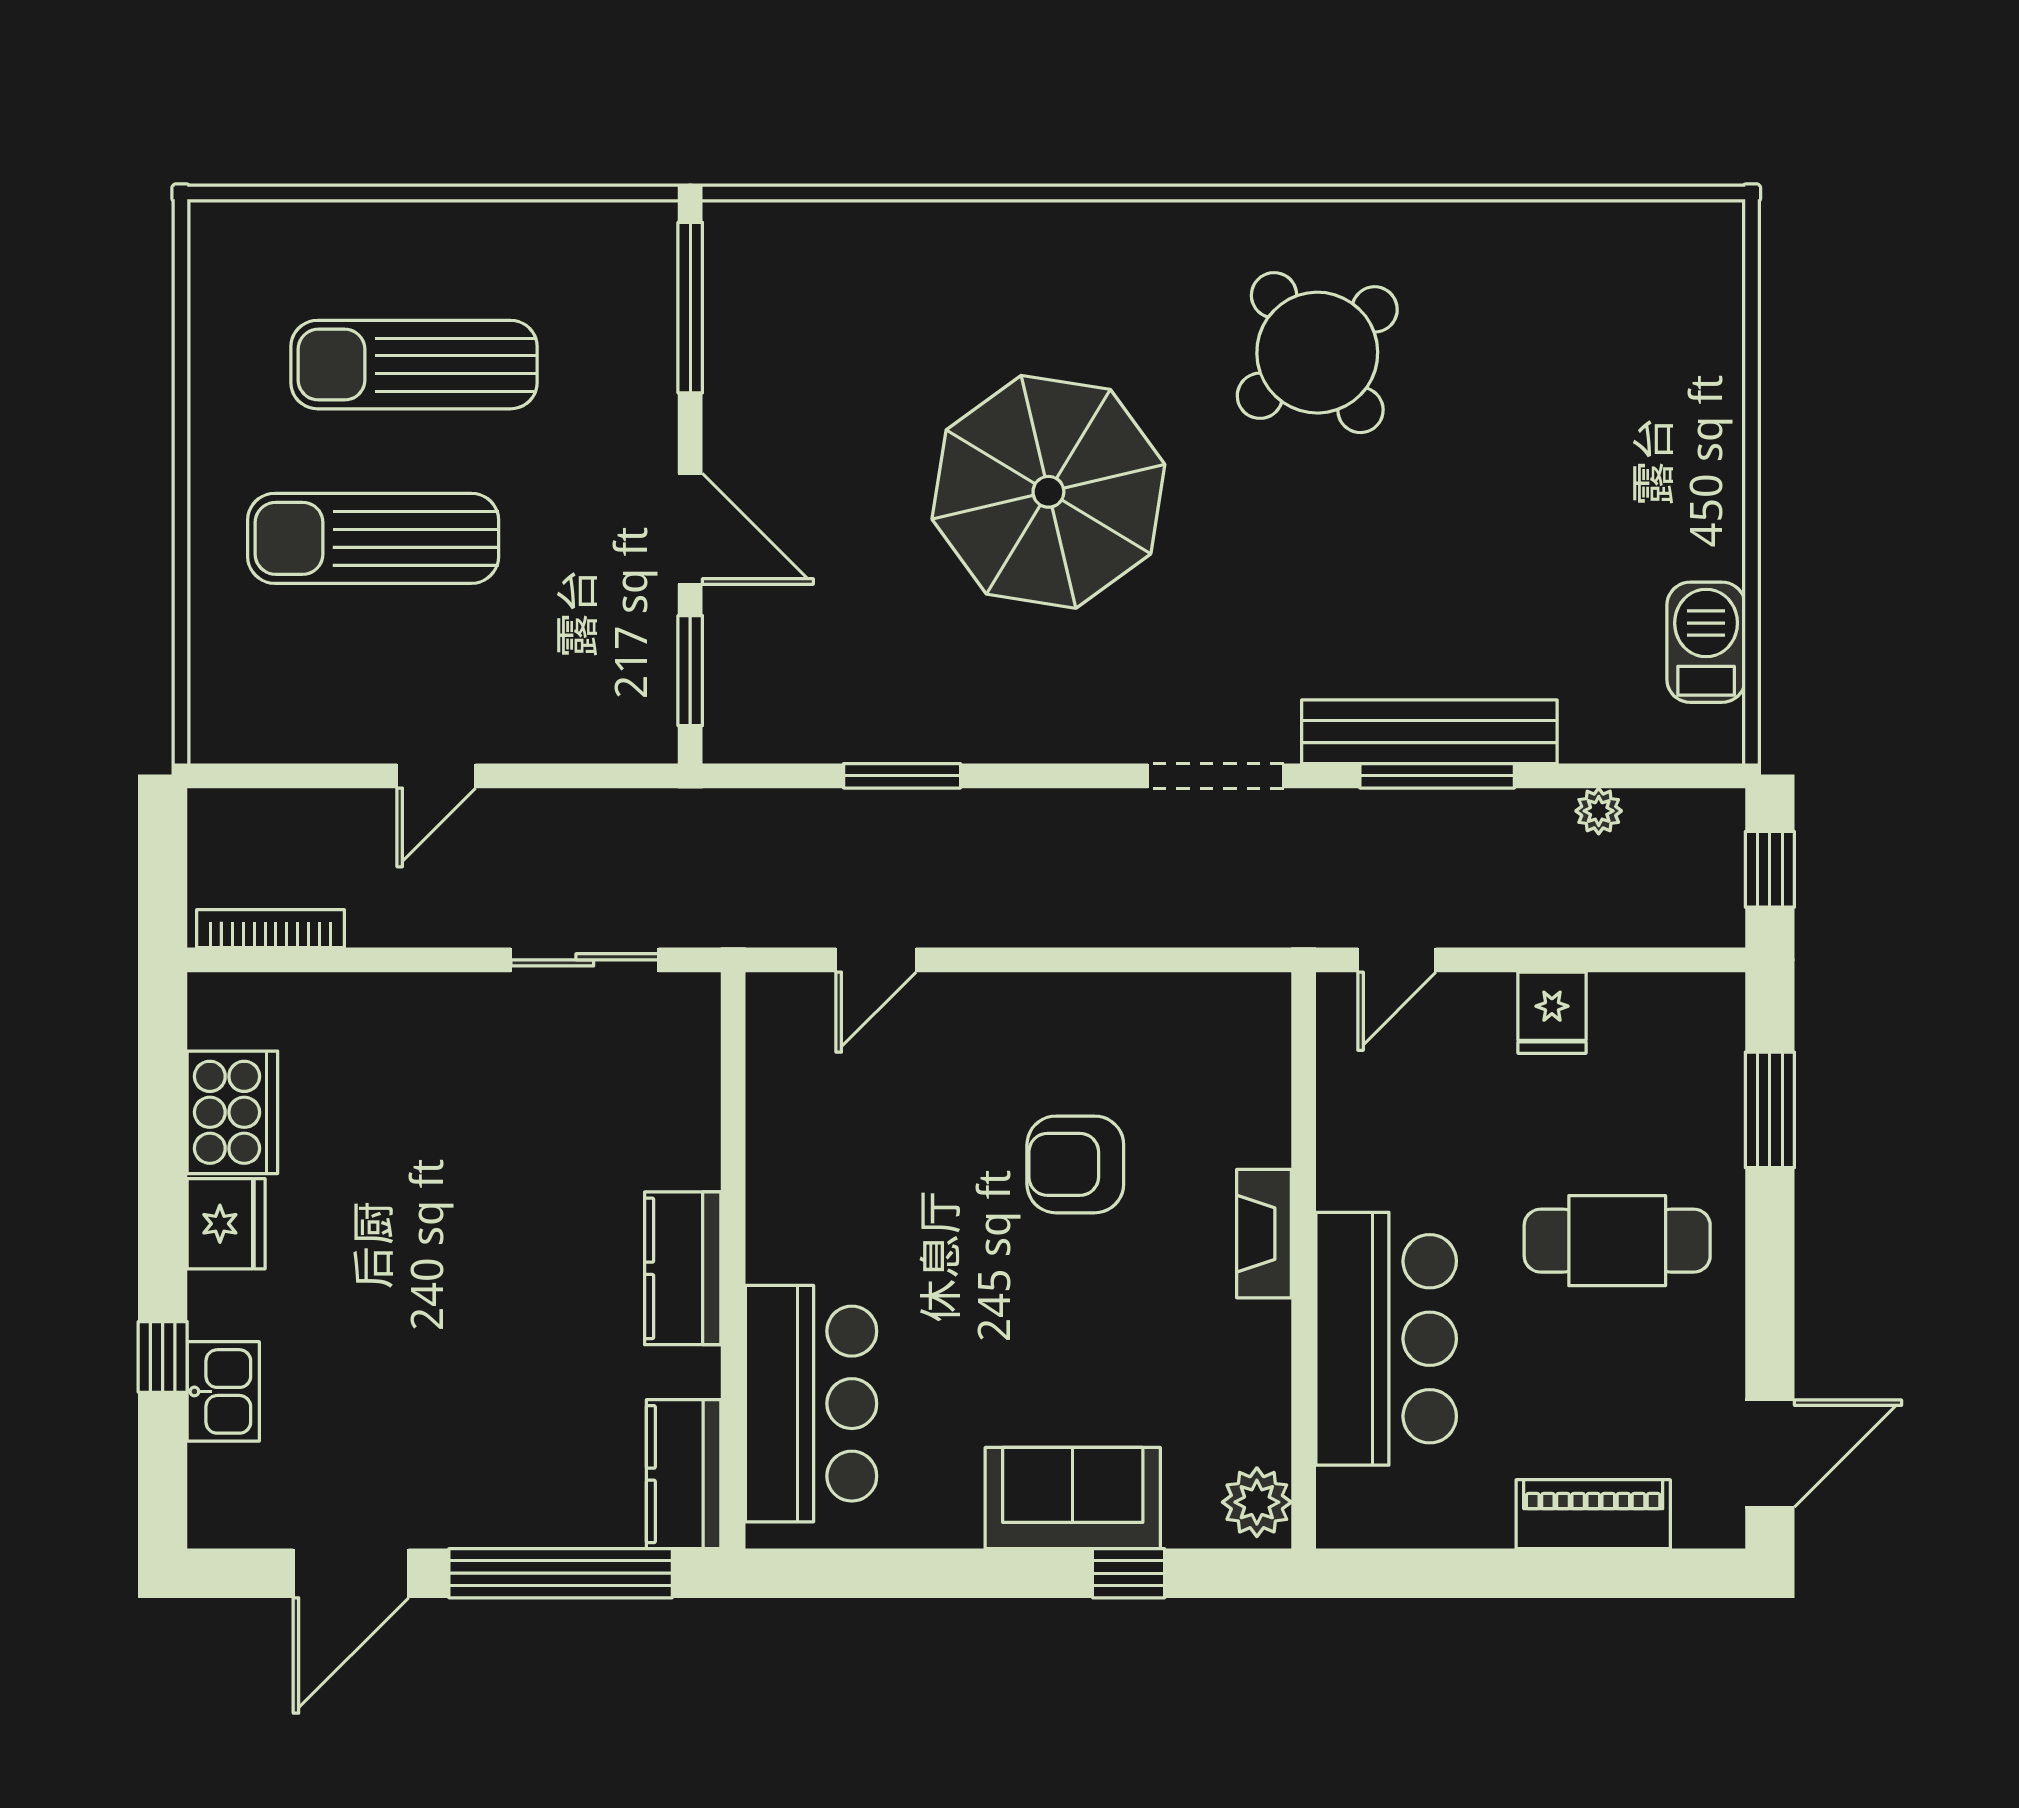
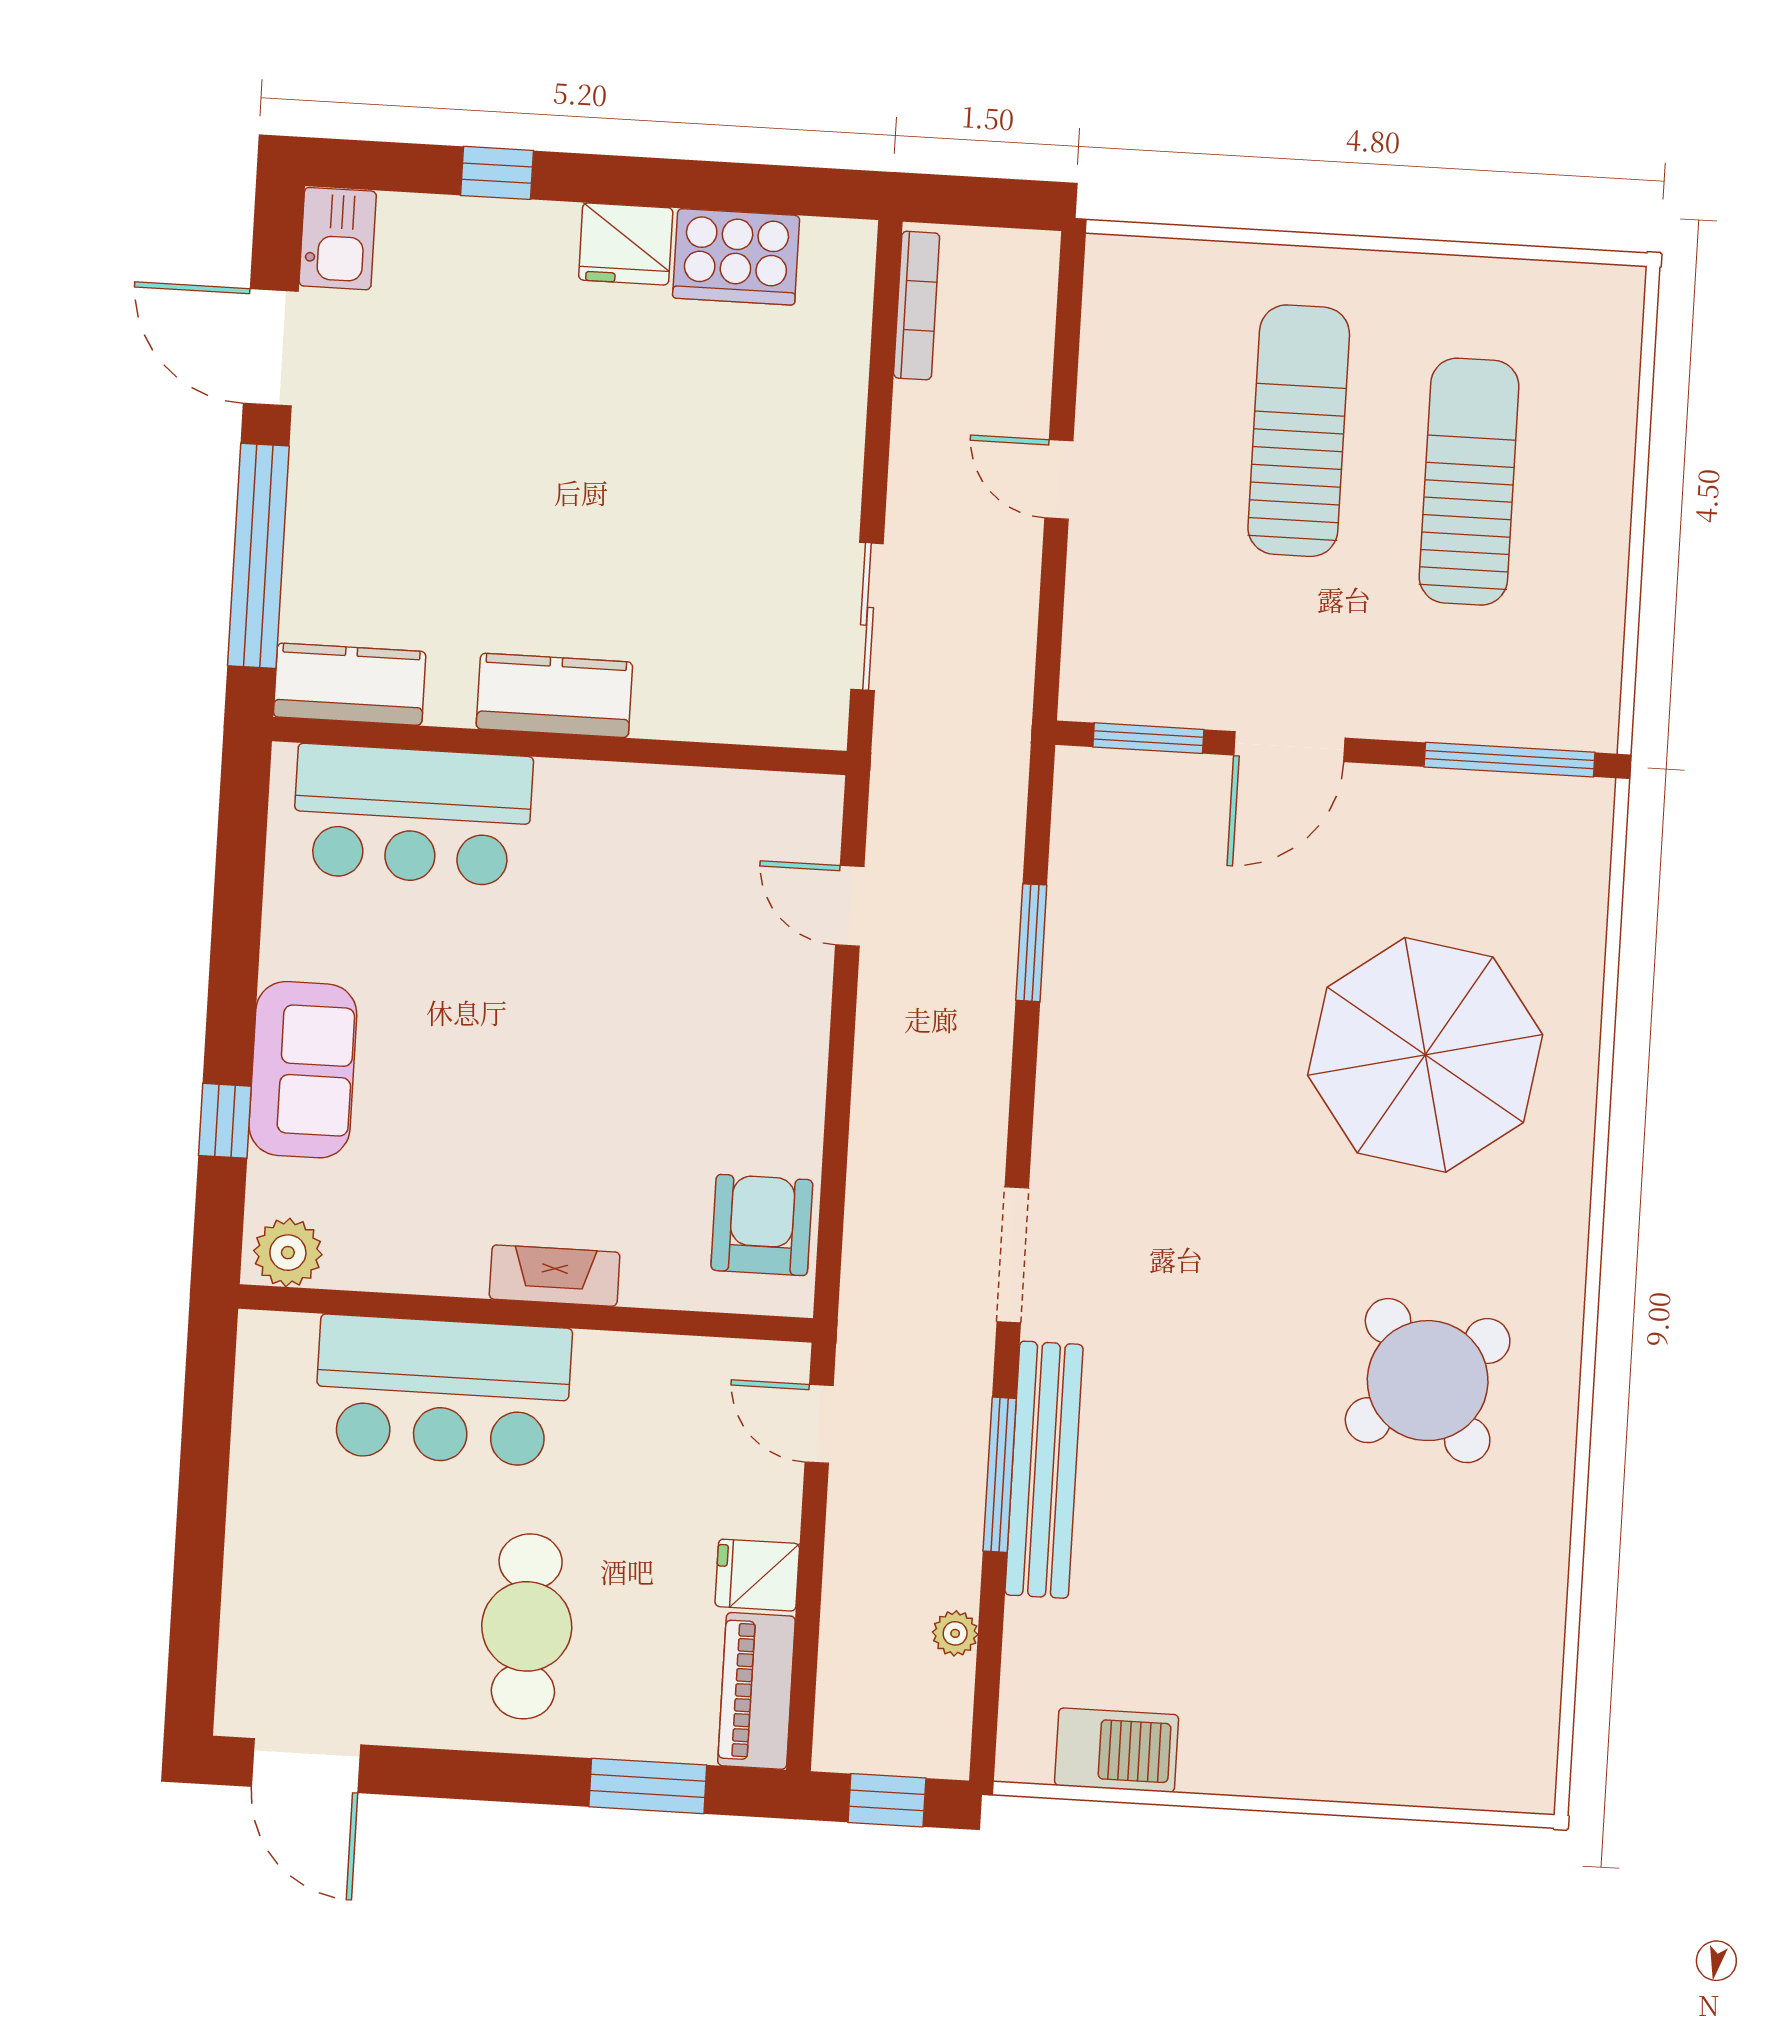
parasol: (1048, 492) -> (1425, 1055), moved
armchair: (1075, 1164) -> (762, 1225), moved
kitchen sink: (223, 1391) -> (338, 239), moved, turned -90
piano: (1593, 1514) -> (756, 1691), moved, turned 180

